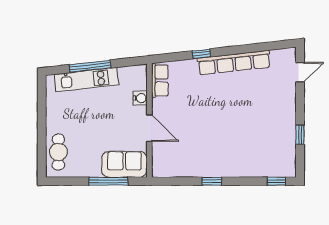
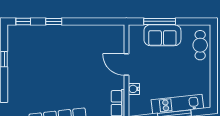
sofa: (124, 164) -> (162, 35), moved
window: (212, 181) -> (54, 21), moved

